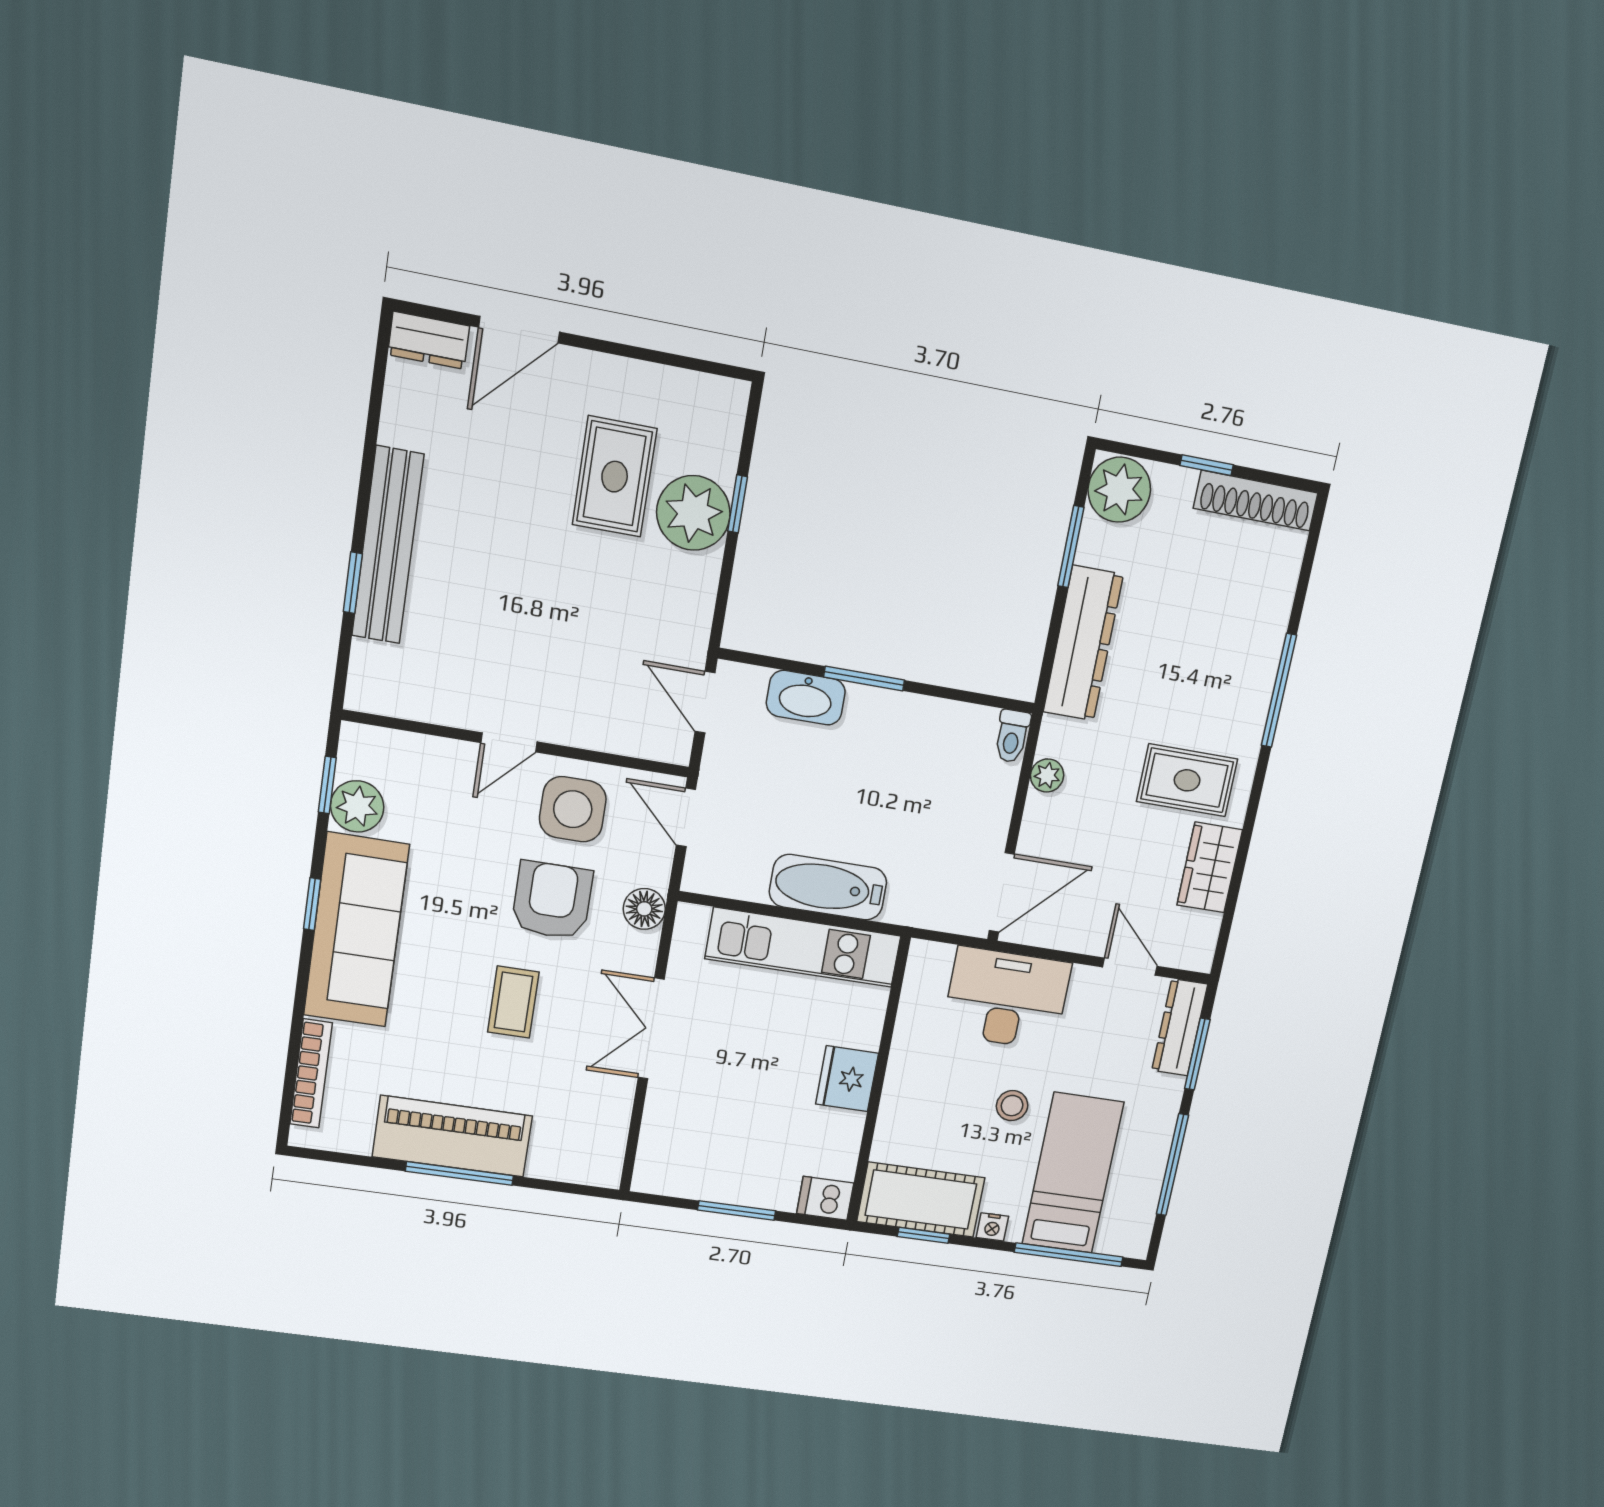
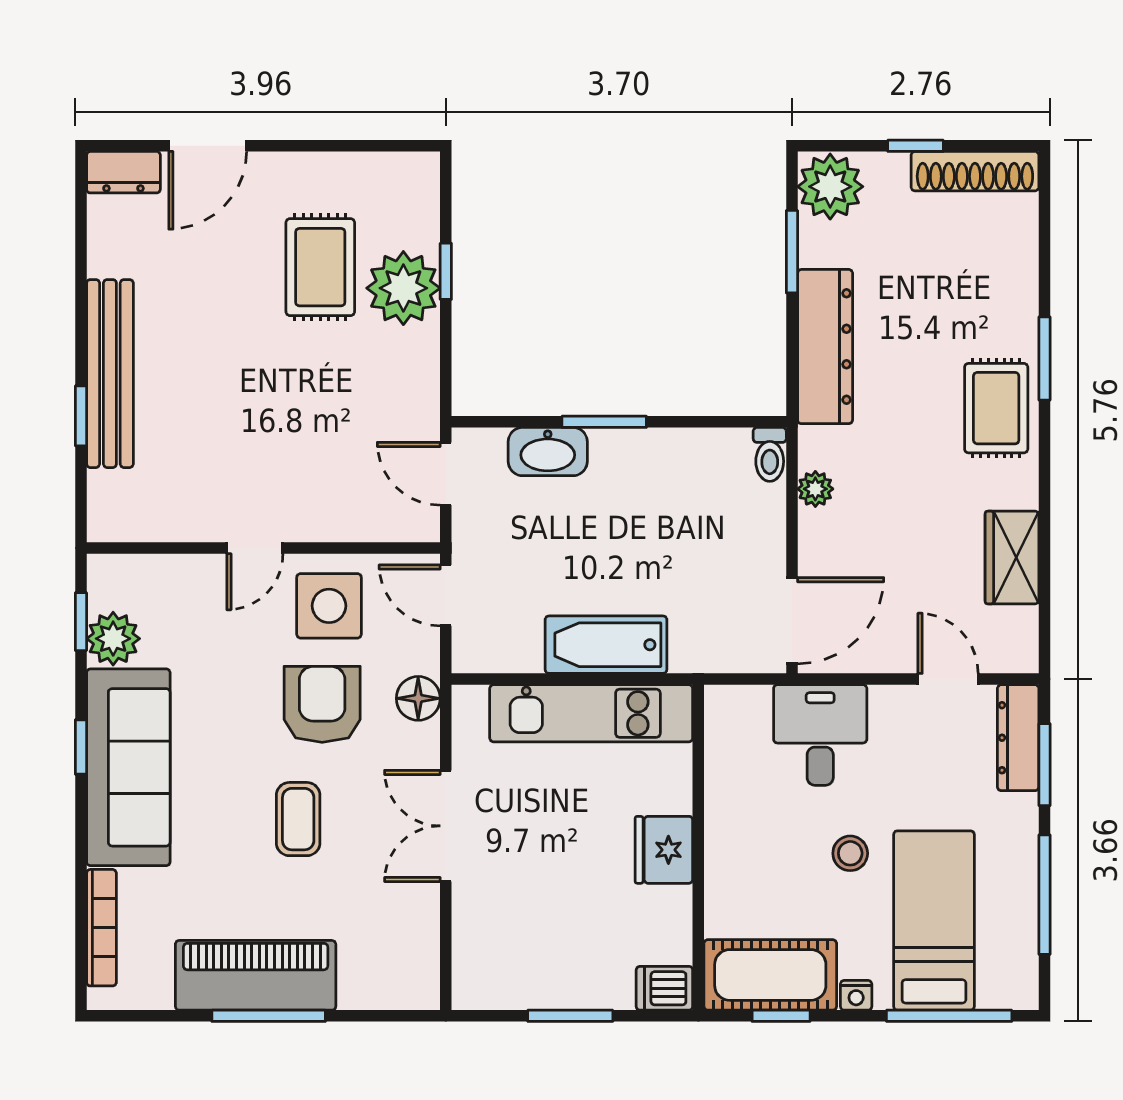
window: (1279, 690) -> (1044, 358), width x0.69
rug: (1187, 780) -> (996, 408), moved, turned 90
desk: (1007, 999) -> (820, 735), width x0.73

